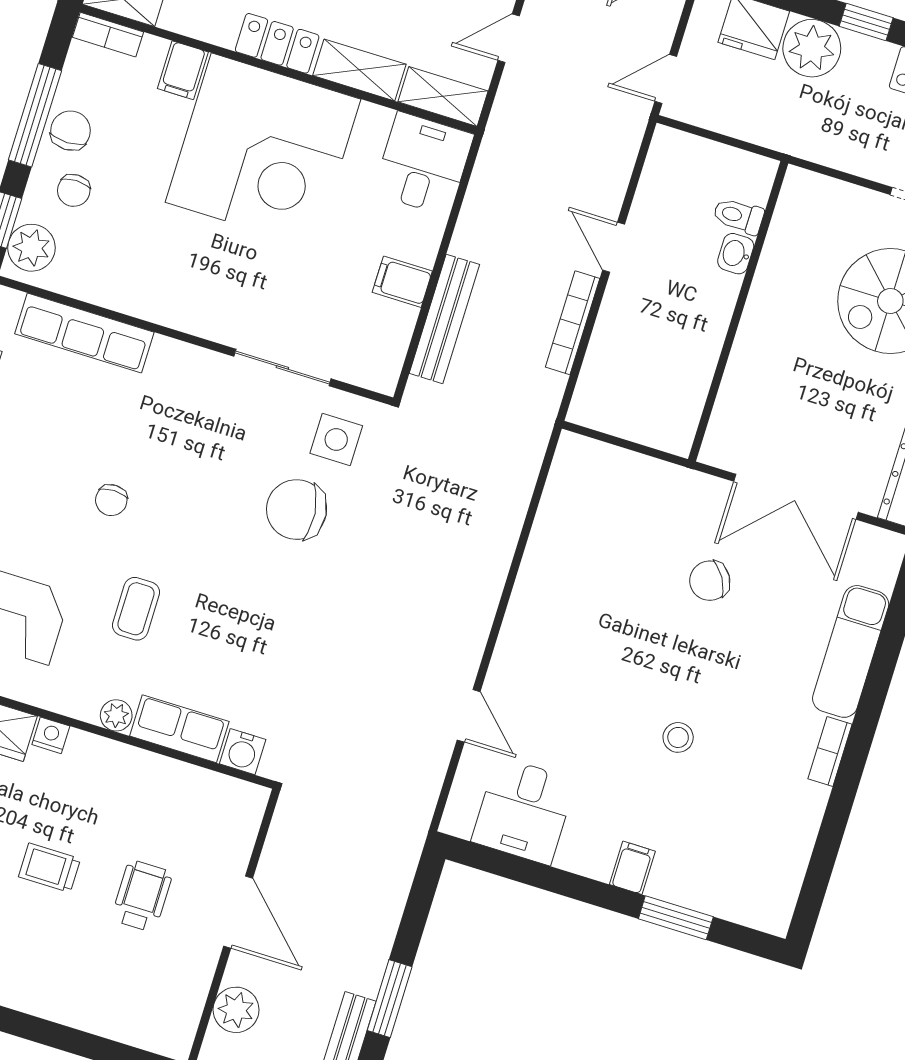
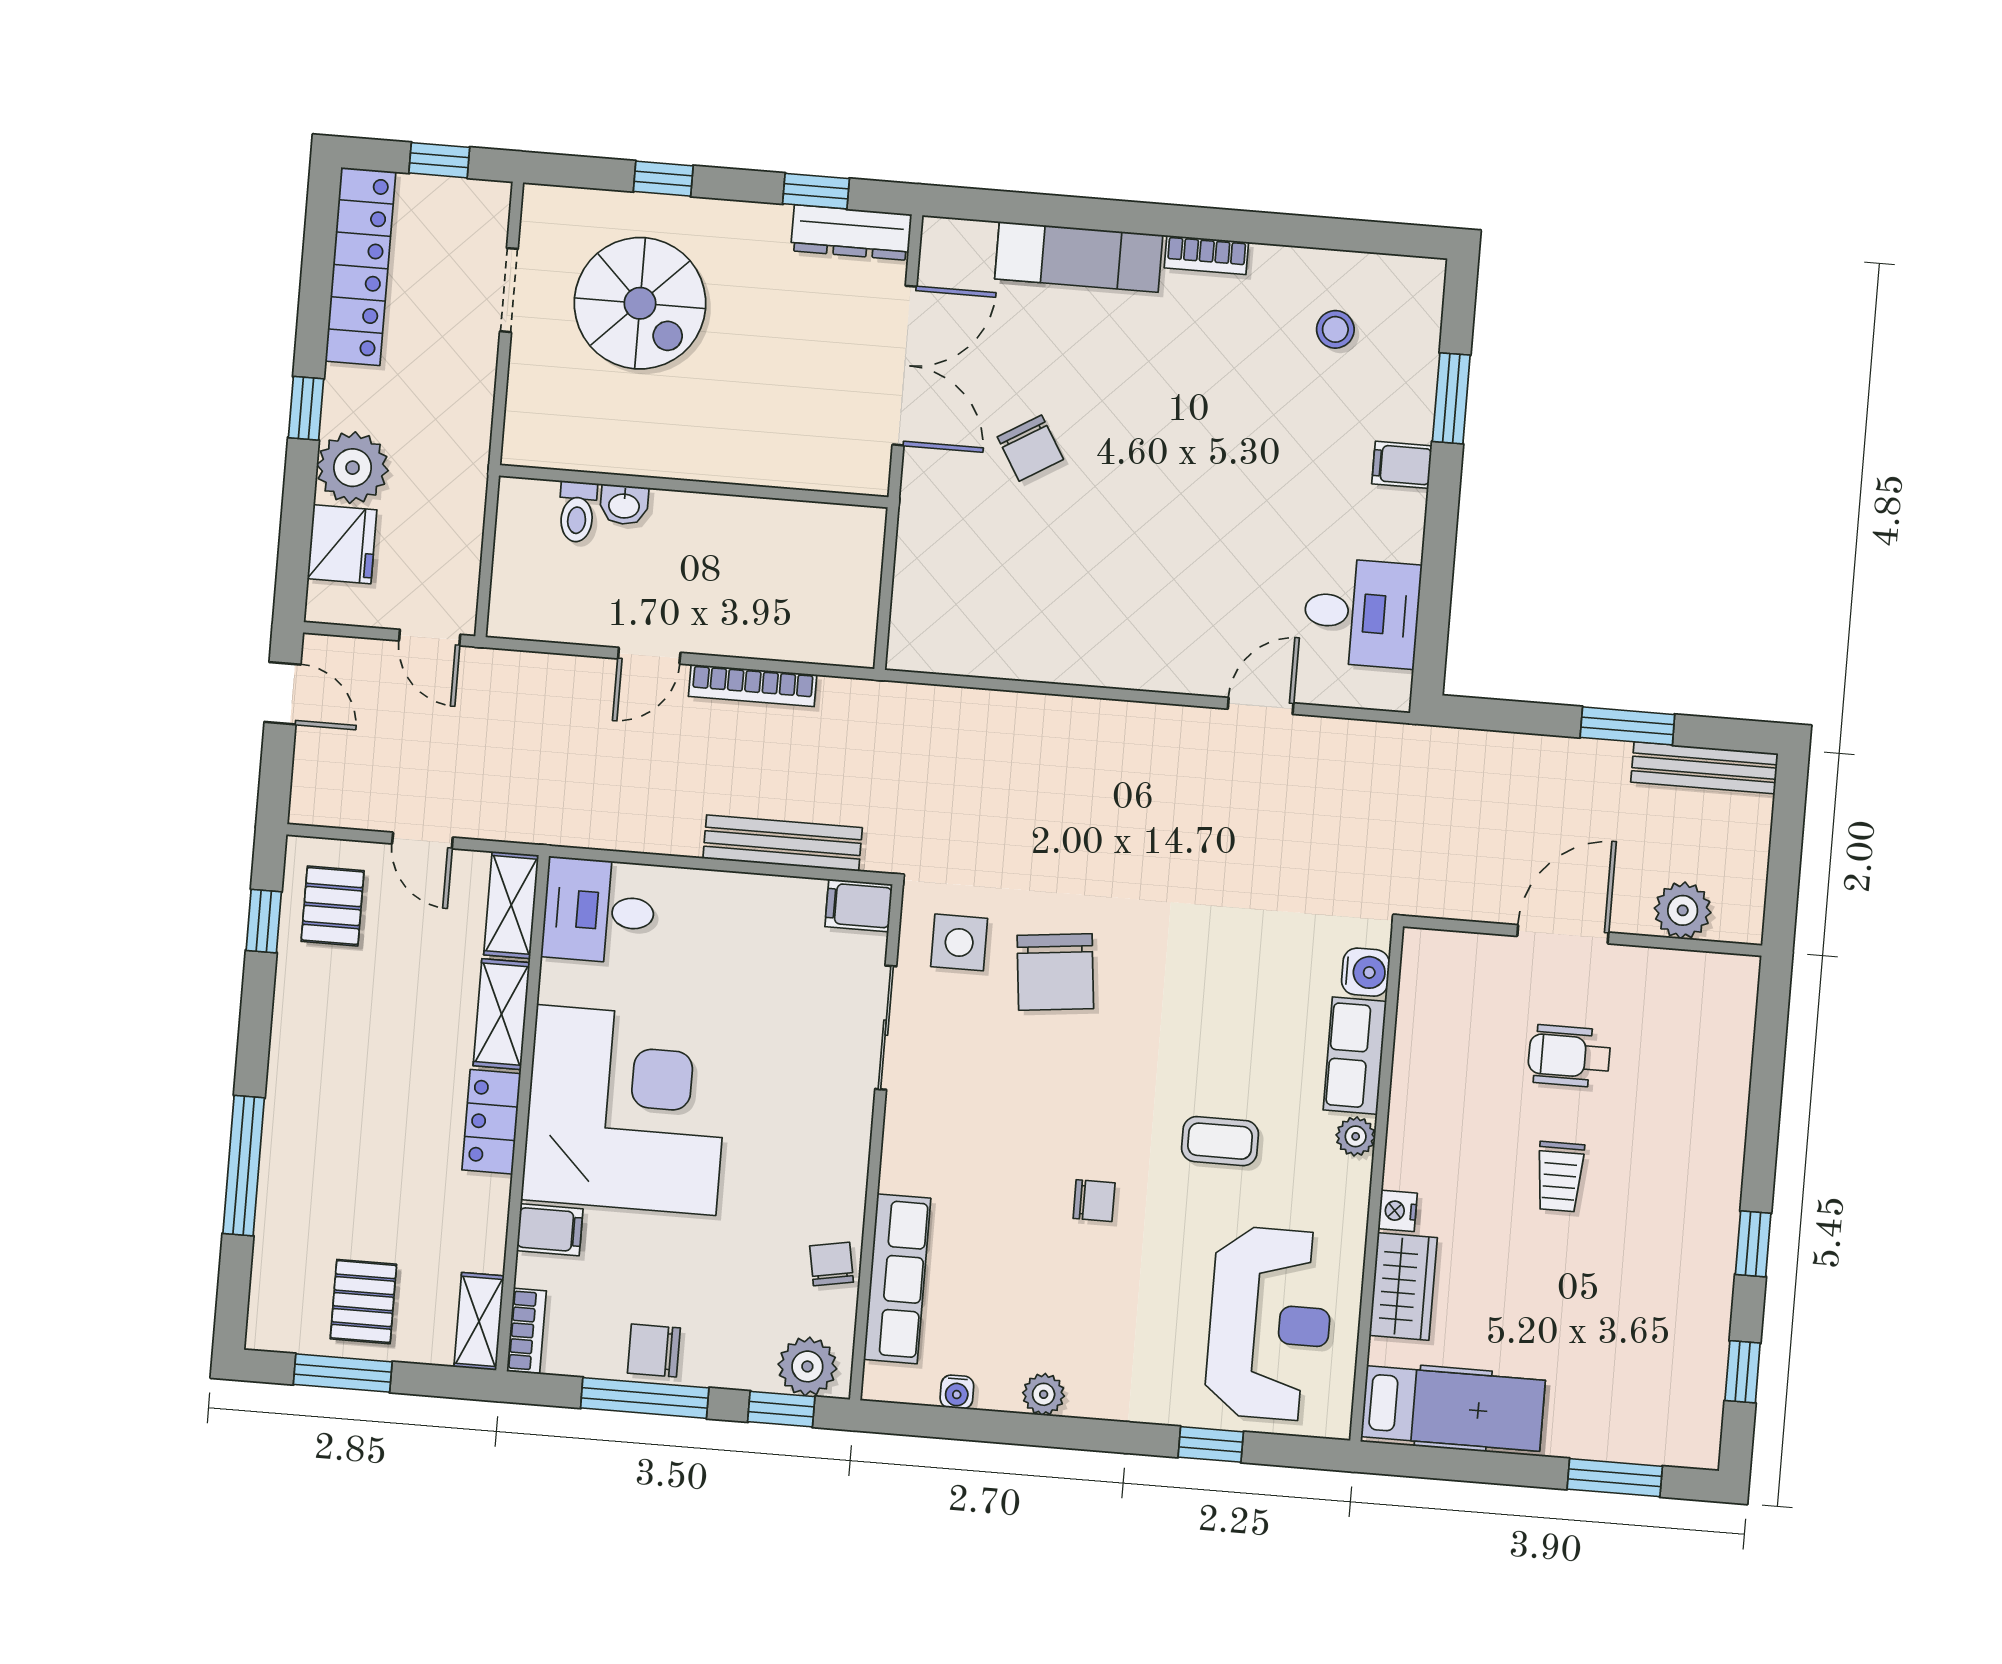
chair: (74, 190) -> (832, 1264), moved, turned -100
filing cabinet: (402, 282) -> (859, 905), moved, turned 90
stool: (678, 737) -> (1335, 329), moved

